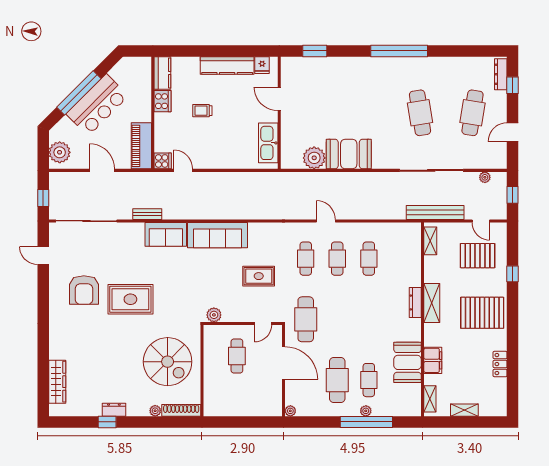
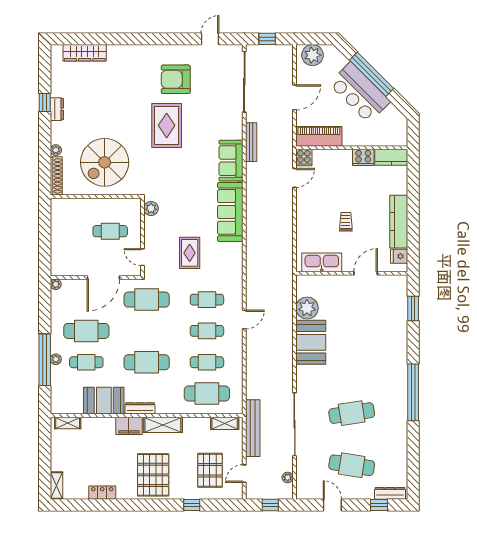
trolley: (202, 111) -> (346, 222), moved
bench: (147, 214) -> (251, 142), width x1.36
cafe table: (400, 259) -> (207, 394), added
dresser: (415, 302) -> (140, 408), moved
cafe table: (369, 319) -> (147, 362), added
filing cabinet: (433, 360) -> (129, 426), moved
shelving: (464, 410) -> (57, 486), moved

